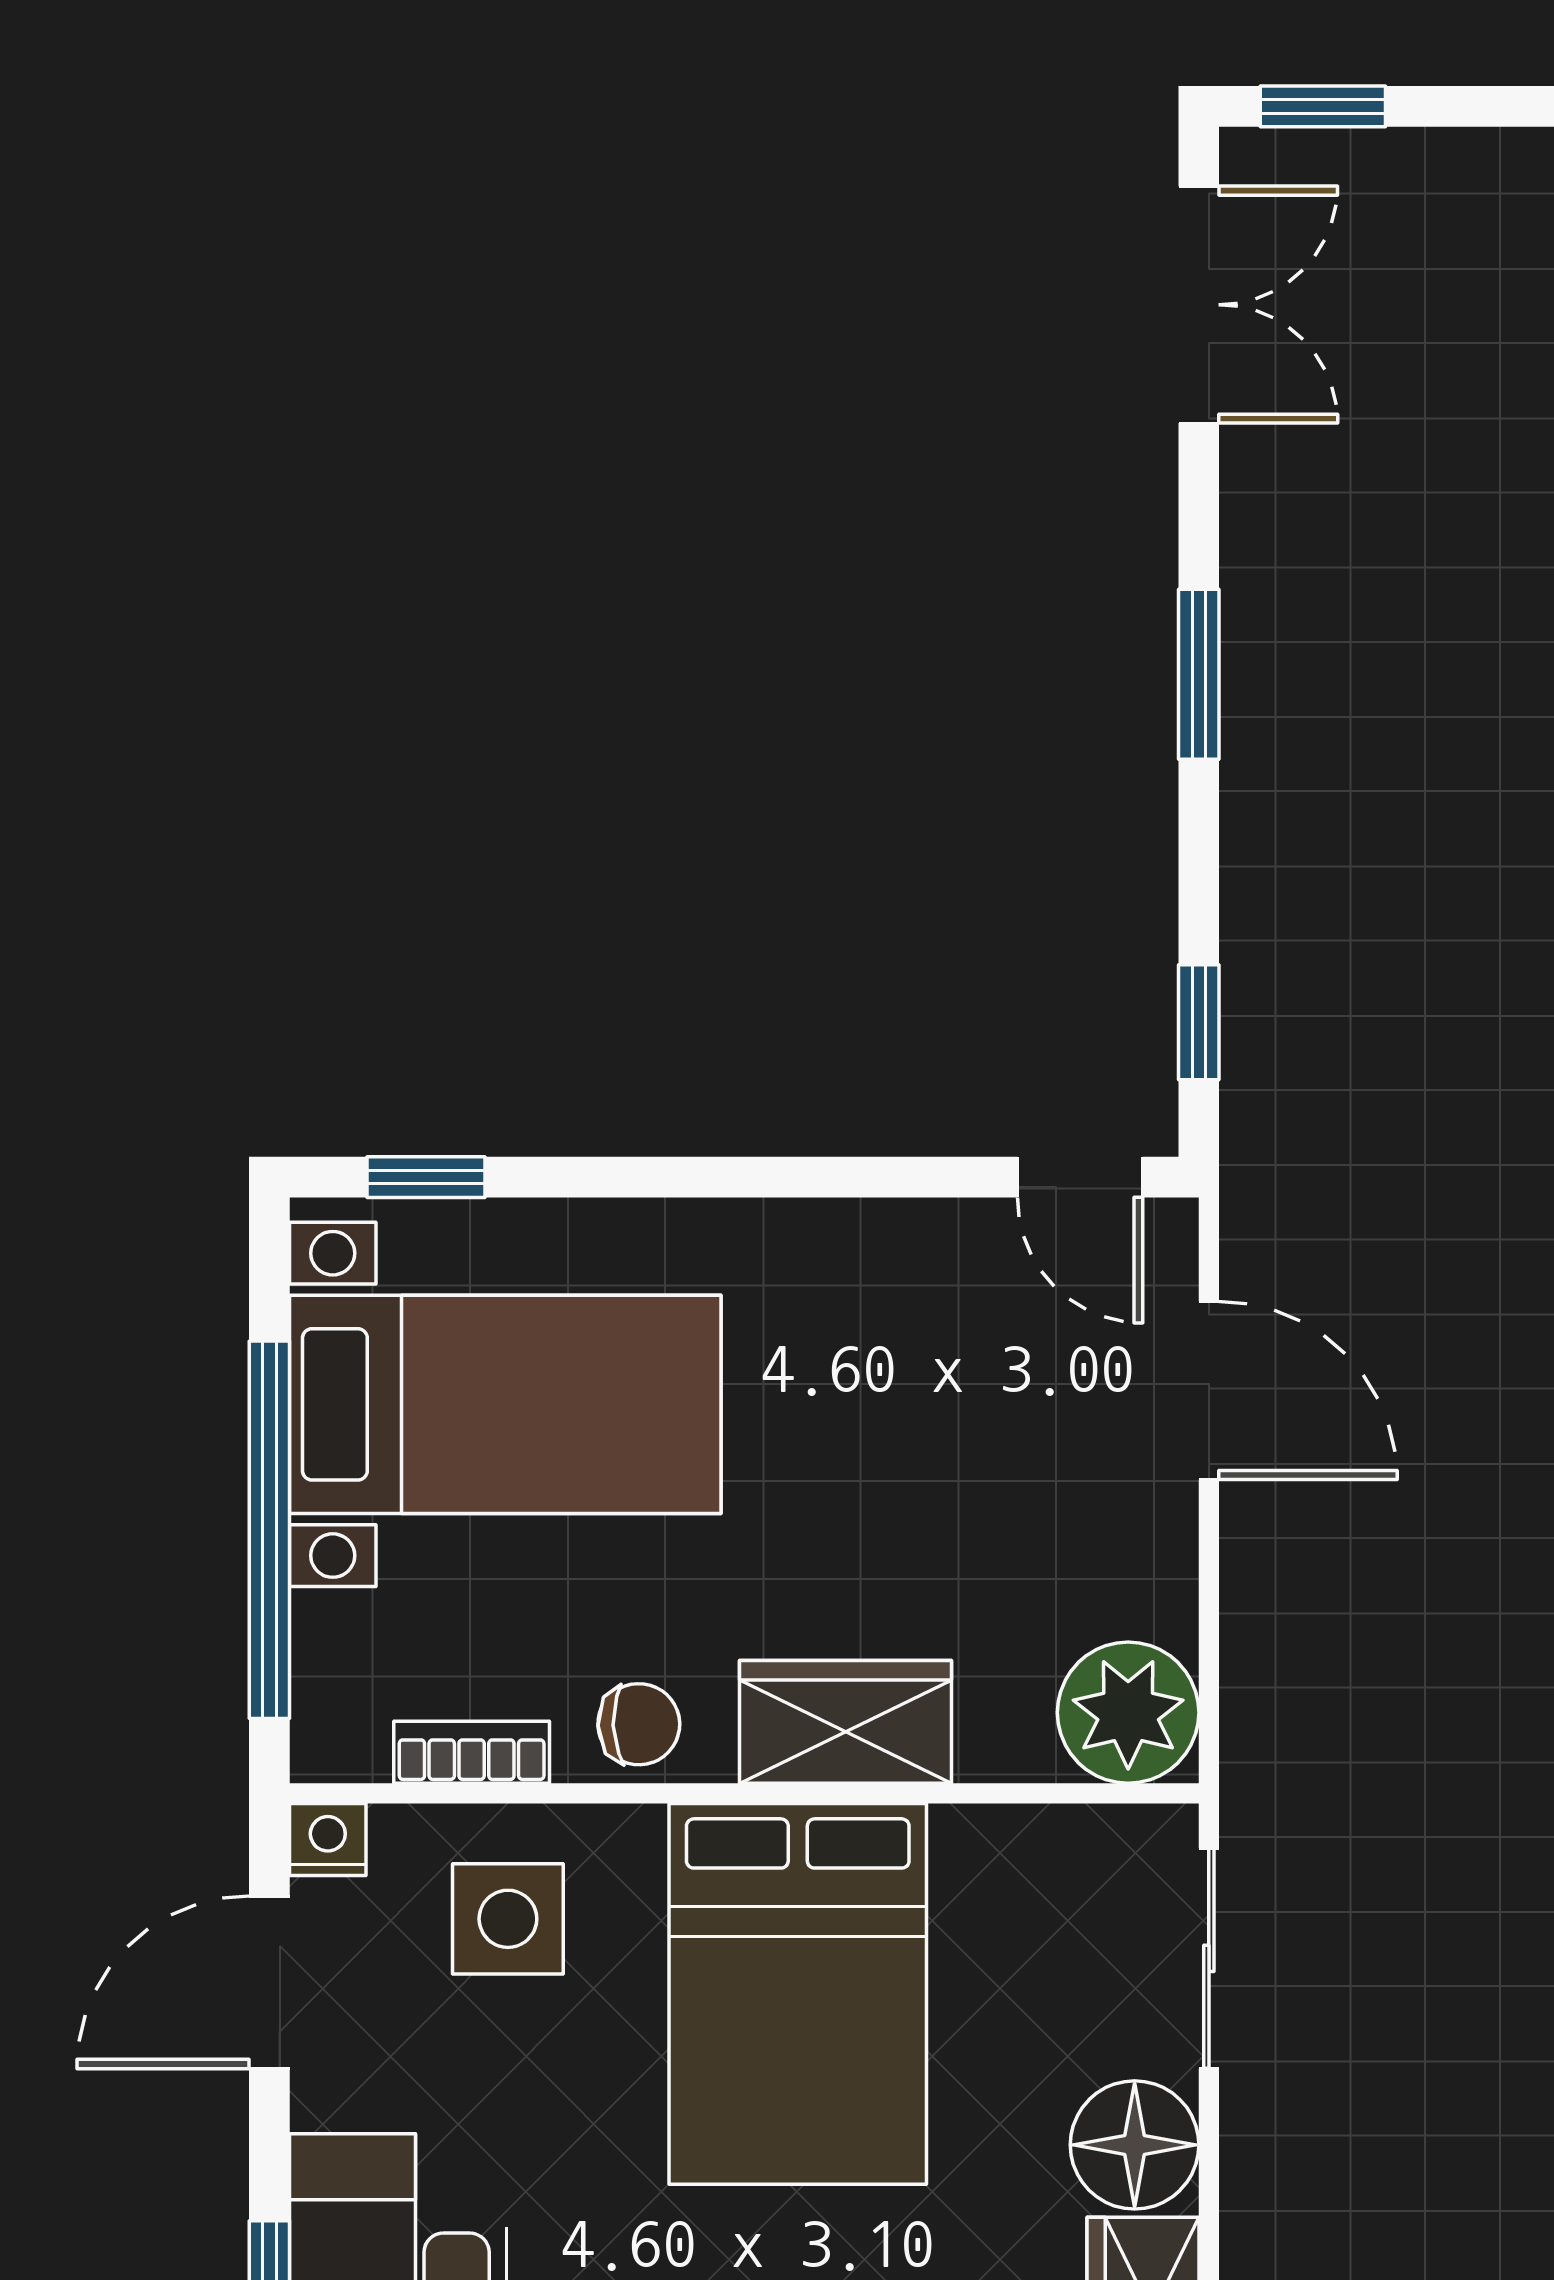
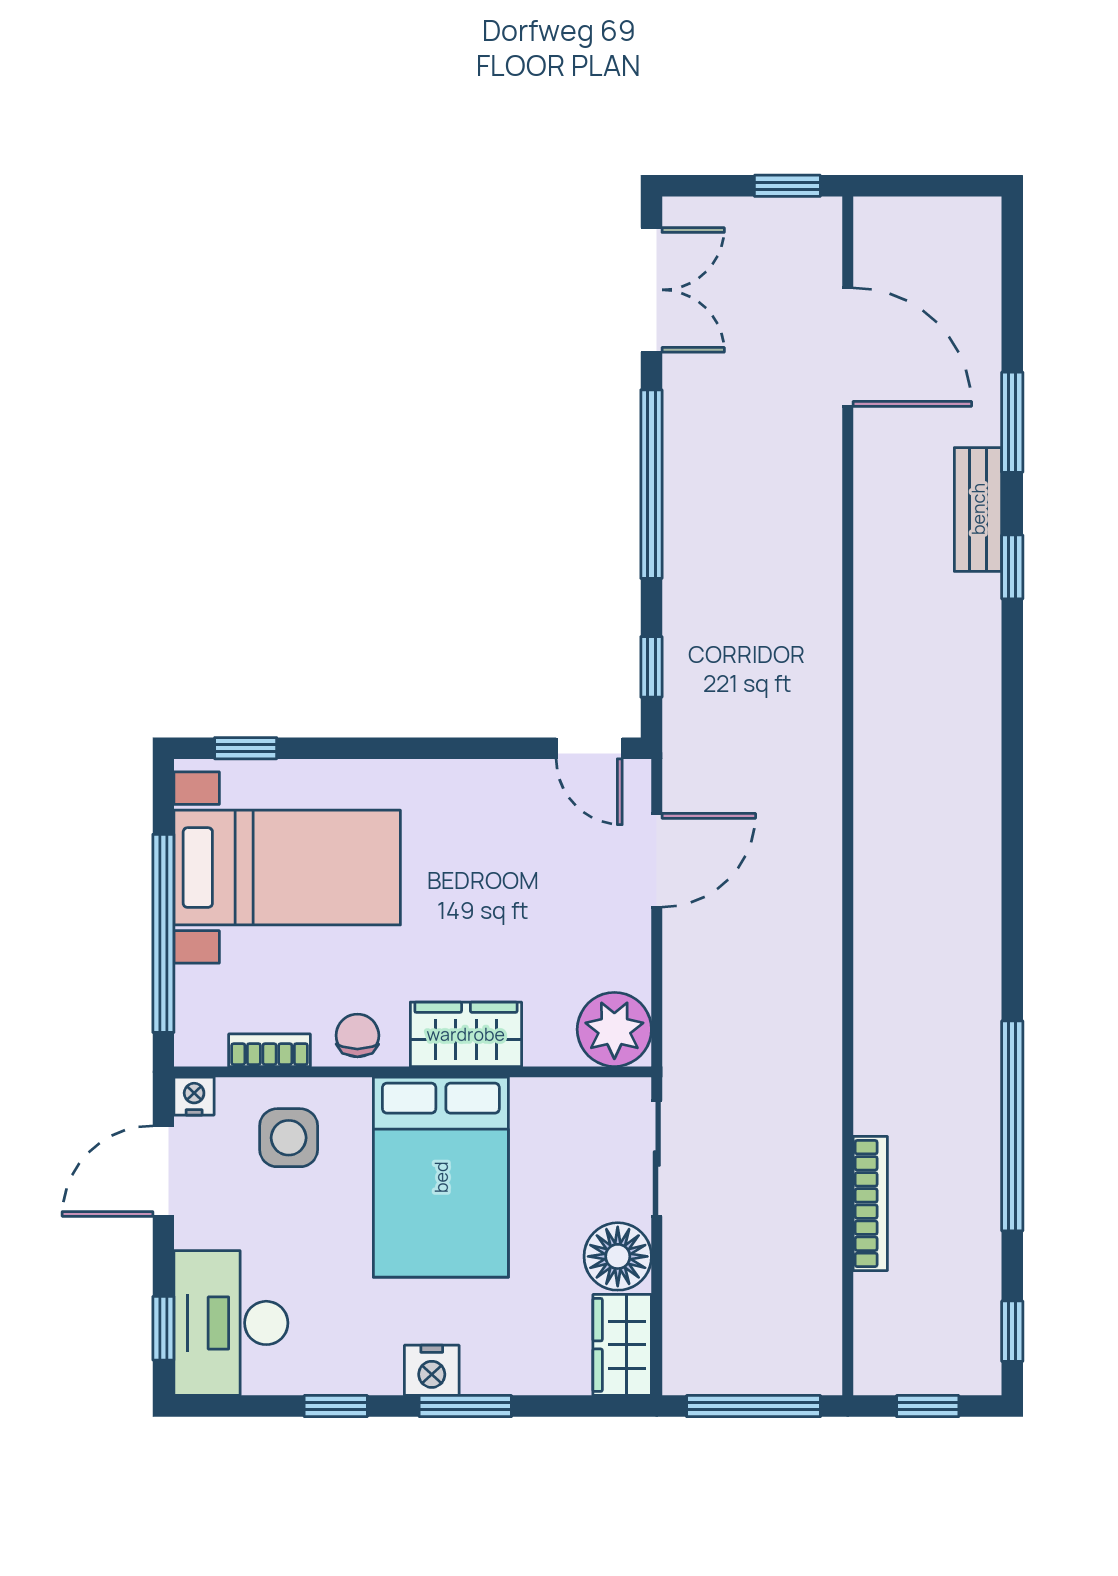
window: (1323, 106) -> (787, 186), moved
window: (1199, 674) -> (651, 484), width x2.11
door: (1209, 1390) -> (657, 860), hinge flipped
chair: (639, 1724) -> (357, 1035), turned -88

